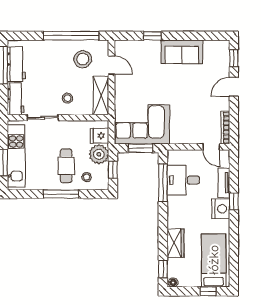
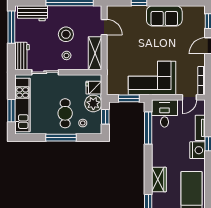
stool: (83, 59) -> (66, 34), moved
workbench: (16, 64) -> (33, 13), moved, turned 90
corner sofa: (142, 124) -> (152, 78), moved
door: (211, 147) -> (189, 97), hinge flipped
desk: (183, 180) -> (165, 113), moved, turned 90

